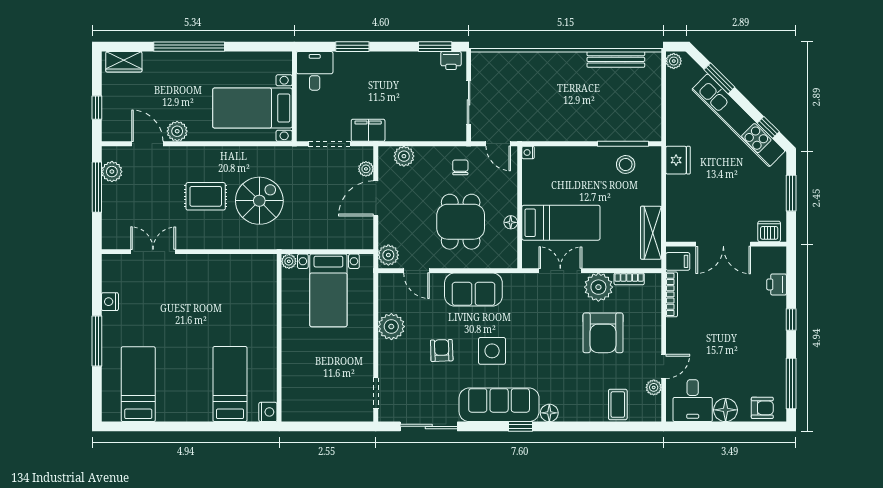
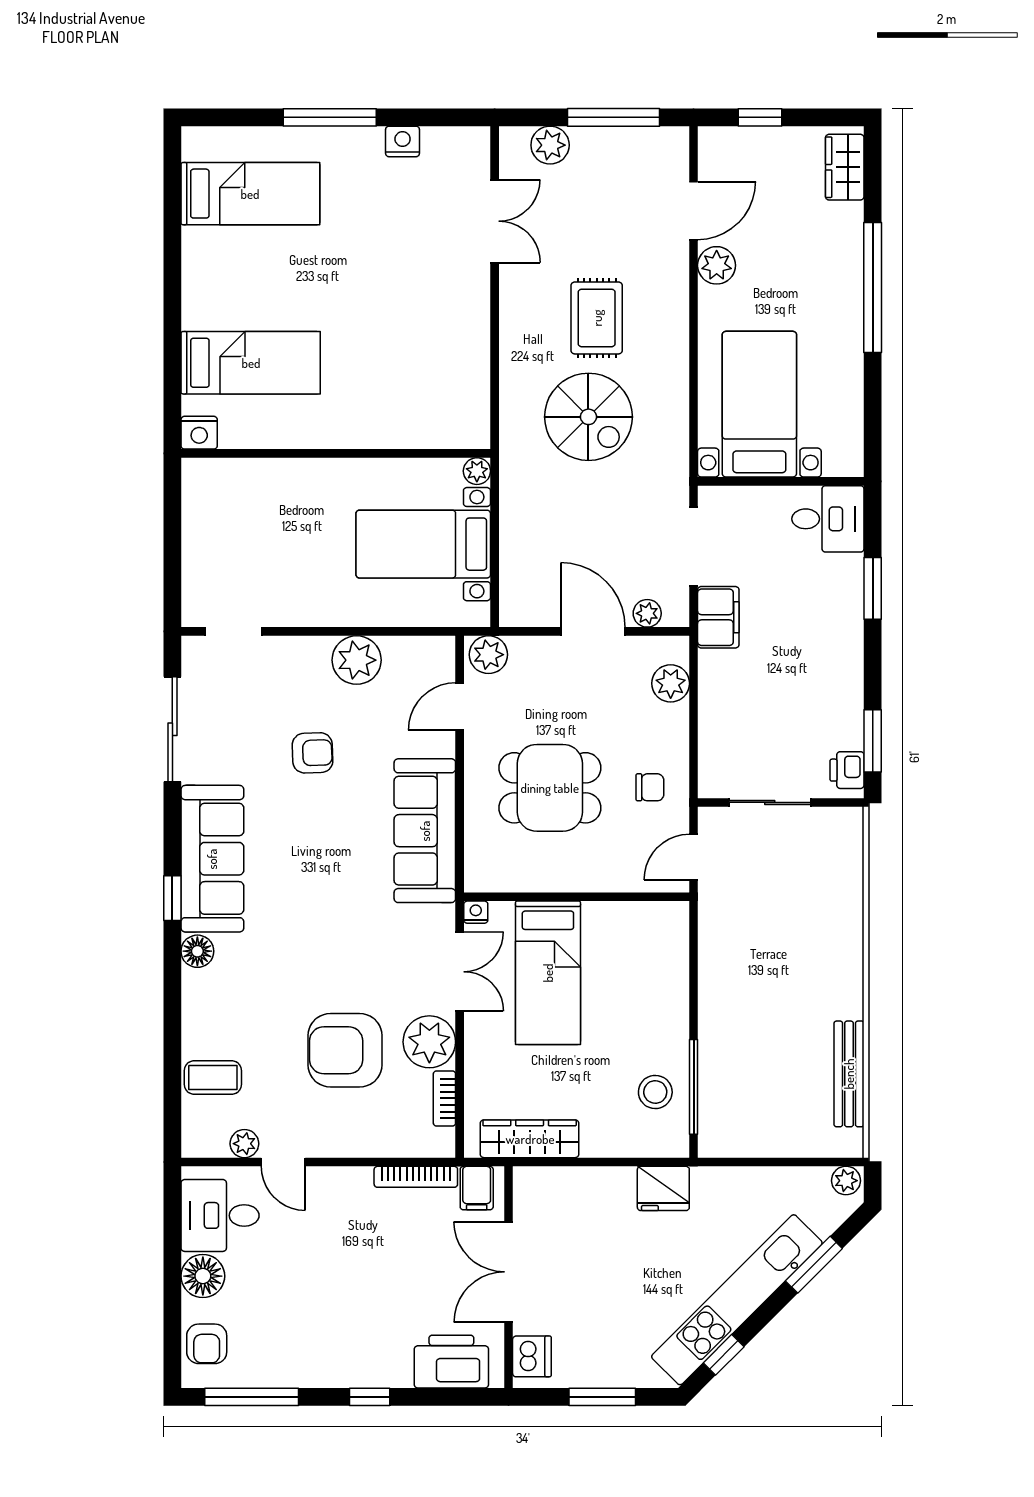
nightstand: (528, 152) -> (476, 912), moved
plant: (112, 172) -> (550, 145), moved
floor lamp: (511, 222) -> (549, 880), removed
printer: (777, 284) -> (451, 1362), width x1.87, depth x1.48
sofa: (473, 290) -> (425, 831), width x1.36
side table: (492, 351) -> (312, 846), removed

